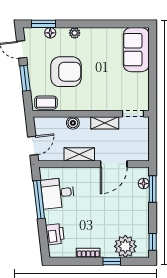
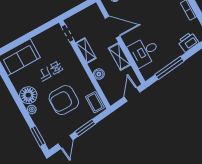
floor lamp: (50, 33) -> (28, 95), moved, width x1.89, depth x1.89
armchair: (66, 72) -> (64, 100), turned -90
door: (33, 146) -> (132, 94), hinge flipped
desk: (58, 193) -> (144, 52), moved, turned 97

